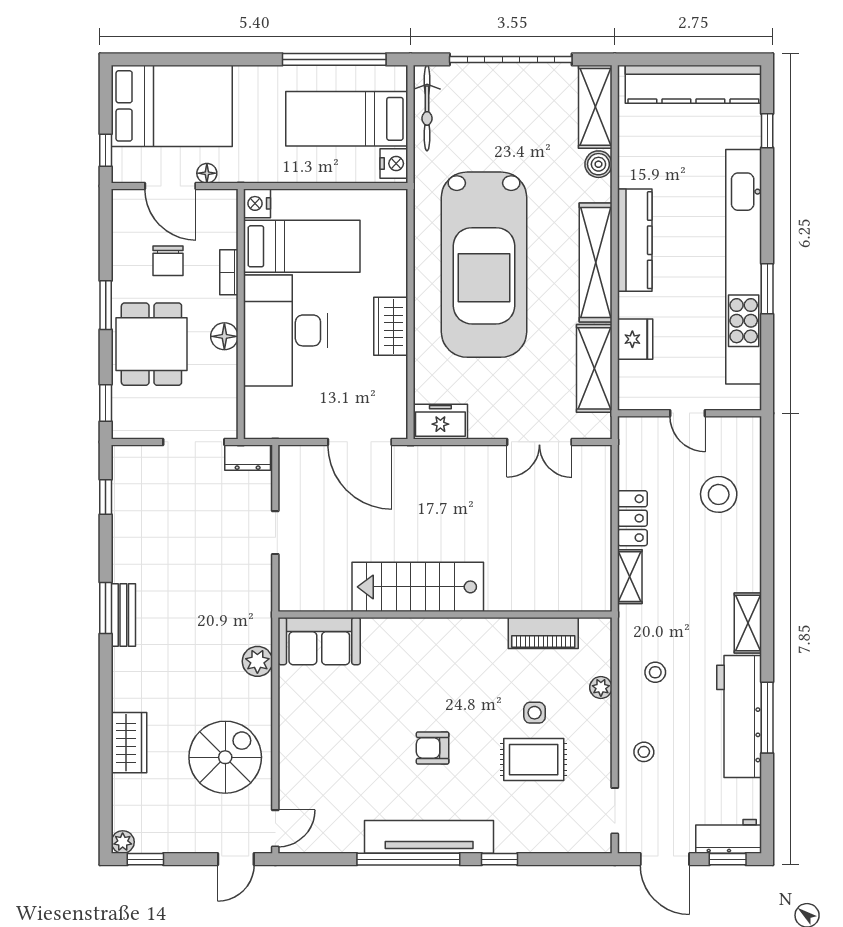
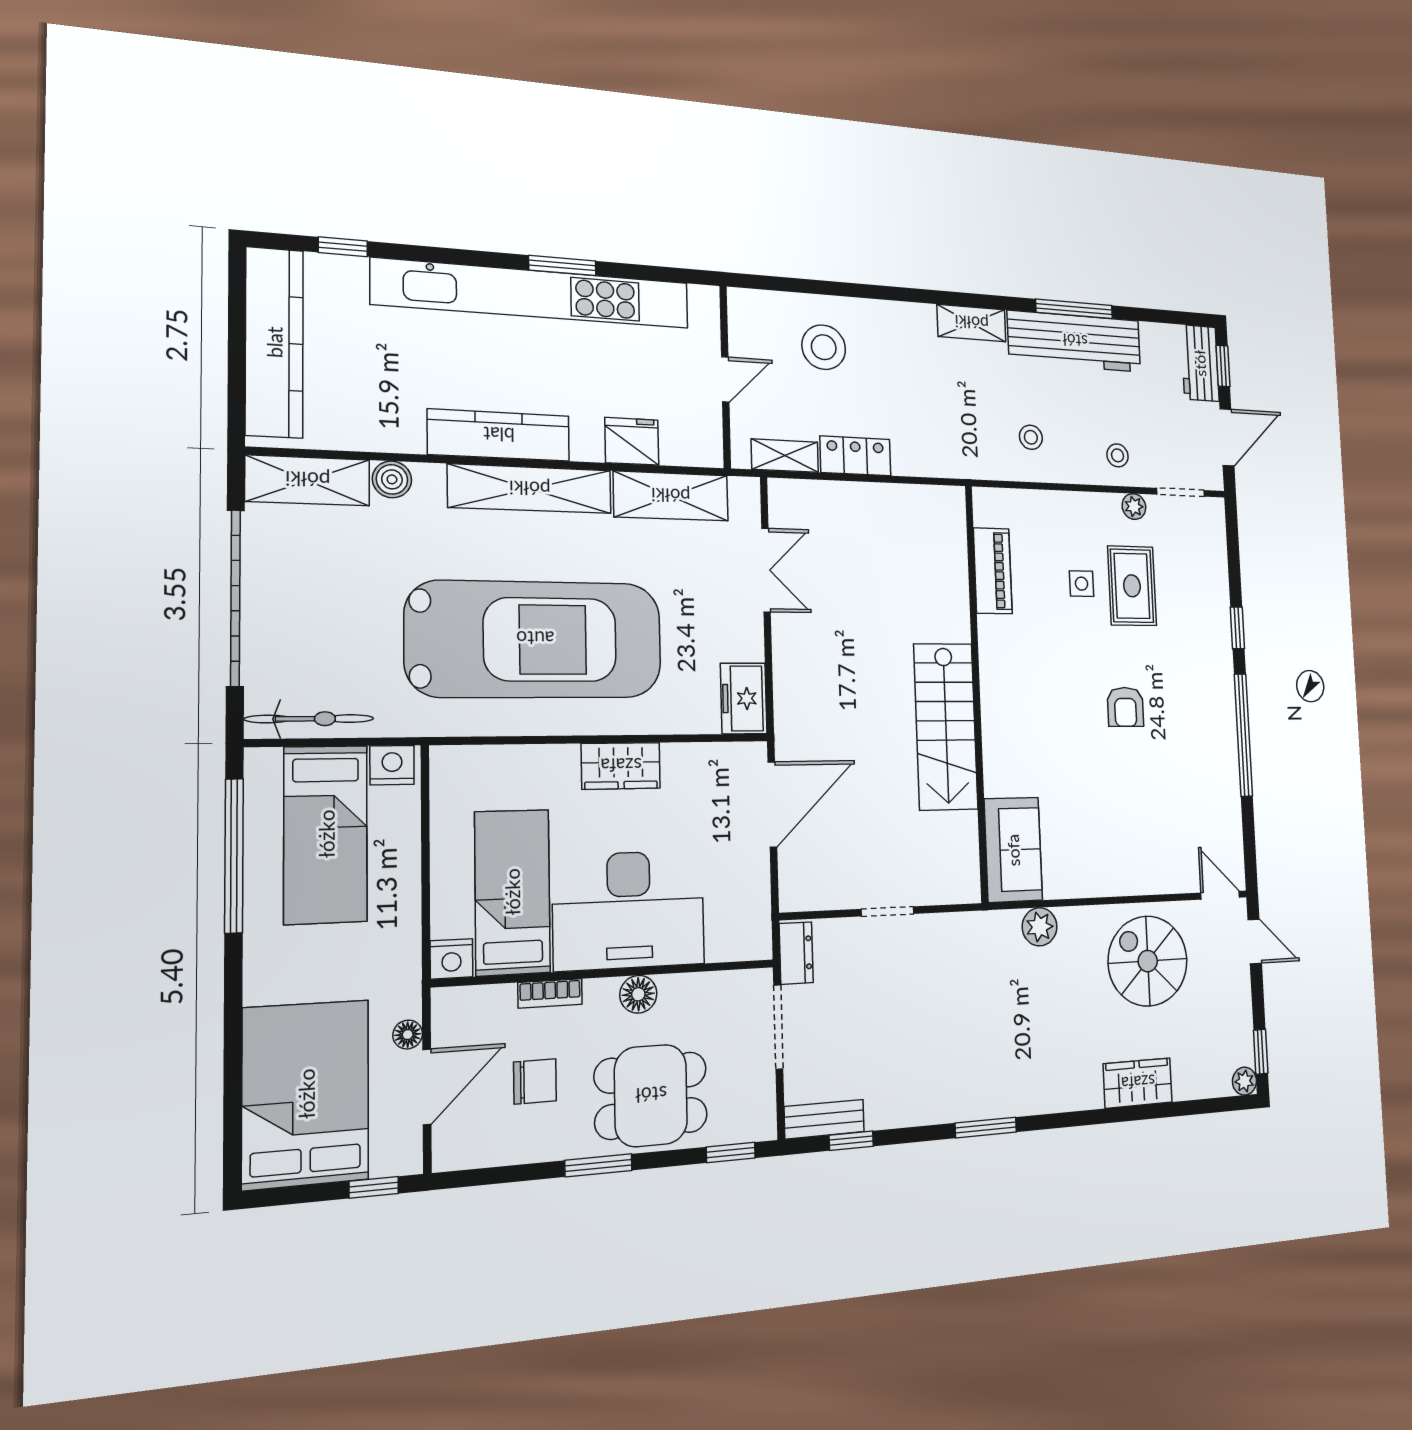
shelving: (630, 577) -> (785, 456), moved
bench: (123, 615) -> (824, 1119), moved
plant: (601, 687) -> (1134, 507), moved
tv unit: (429, 837) -> (1219, 711), removed

